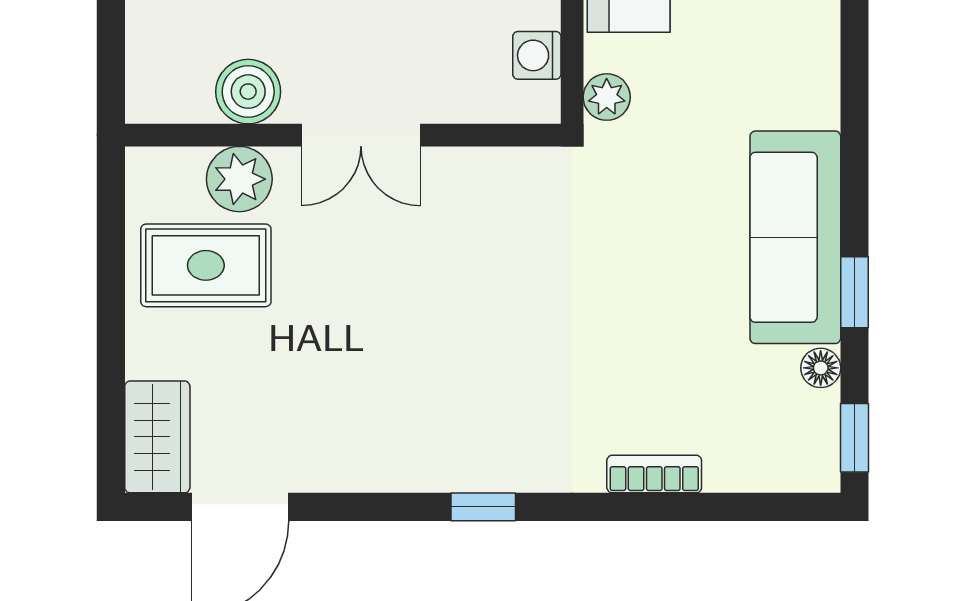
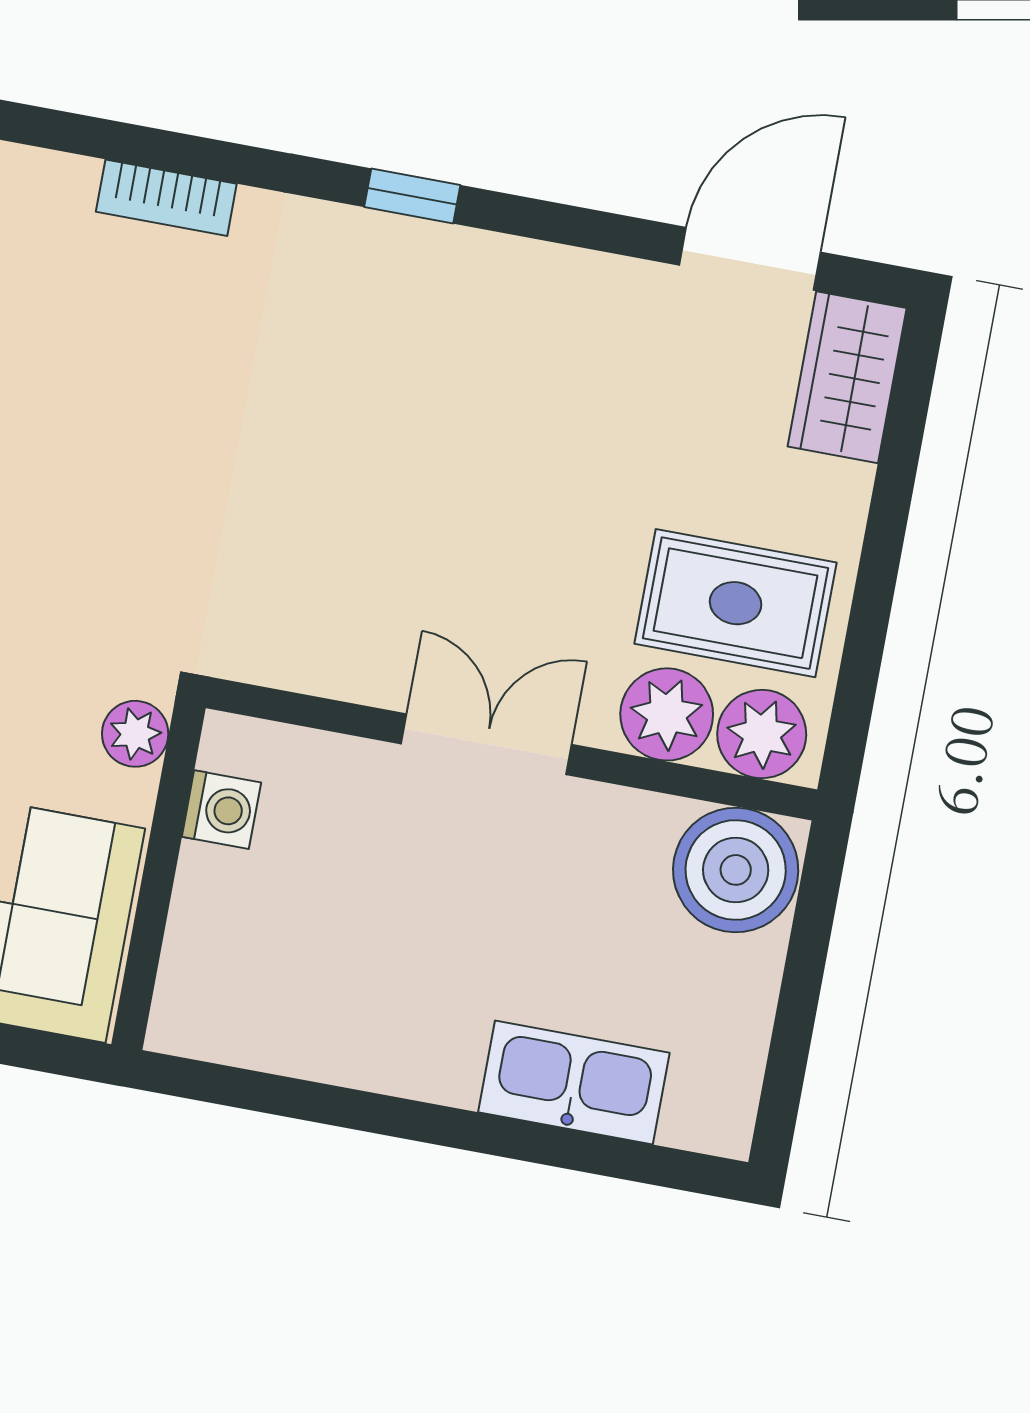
boiler: (248, 92) -> (736, 870), moved, width x1.37, depth x1.37
plant: (171, 178) -> (762, 734), added

